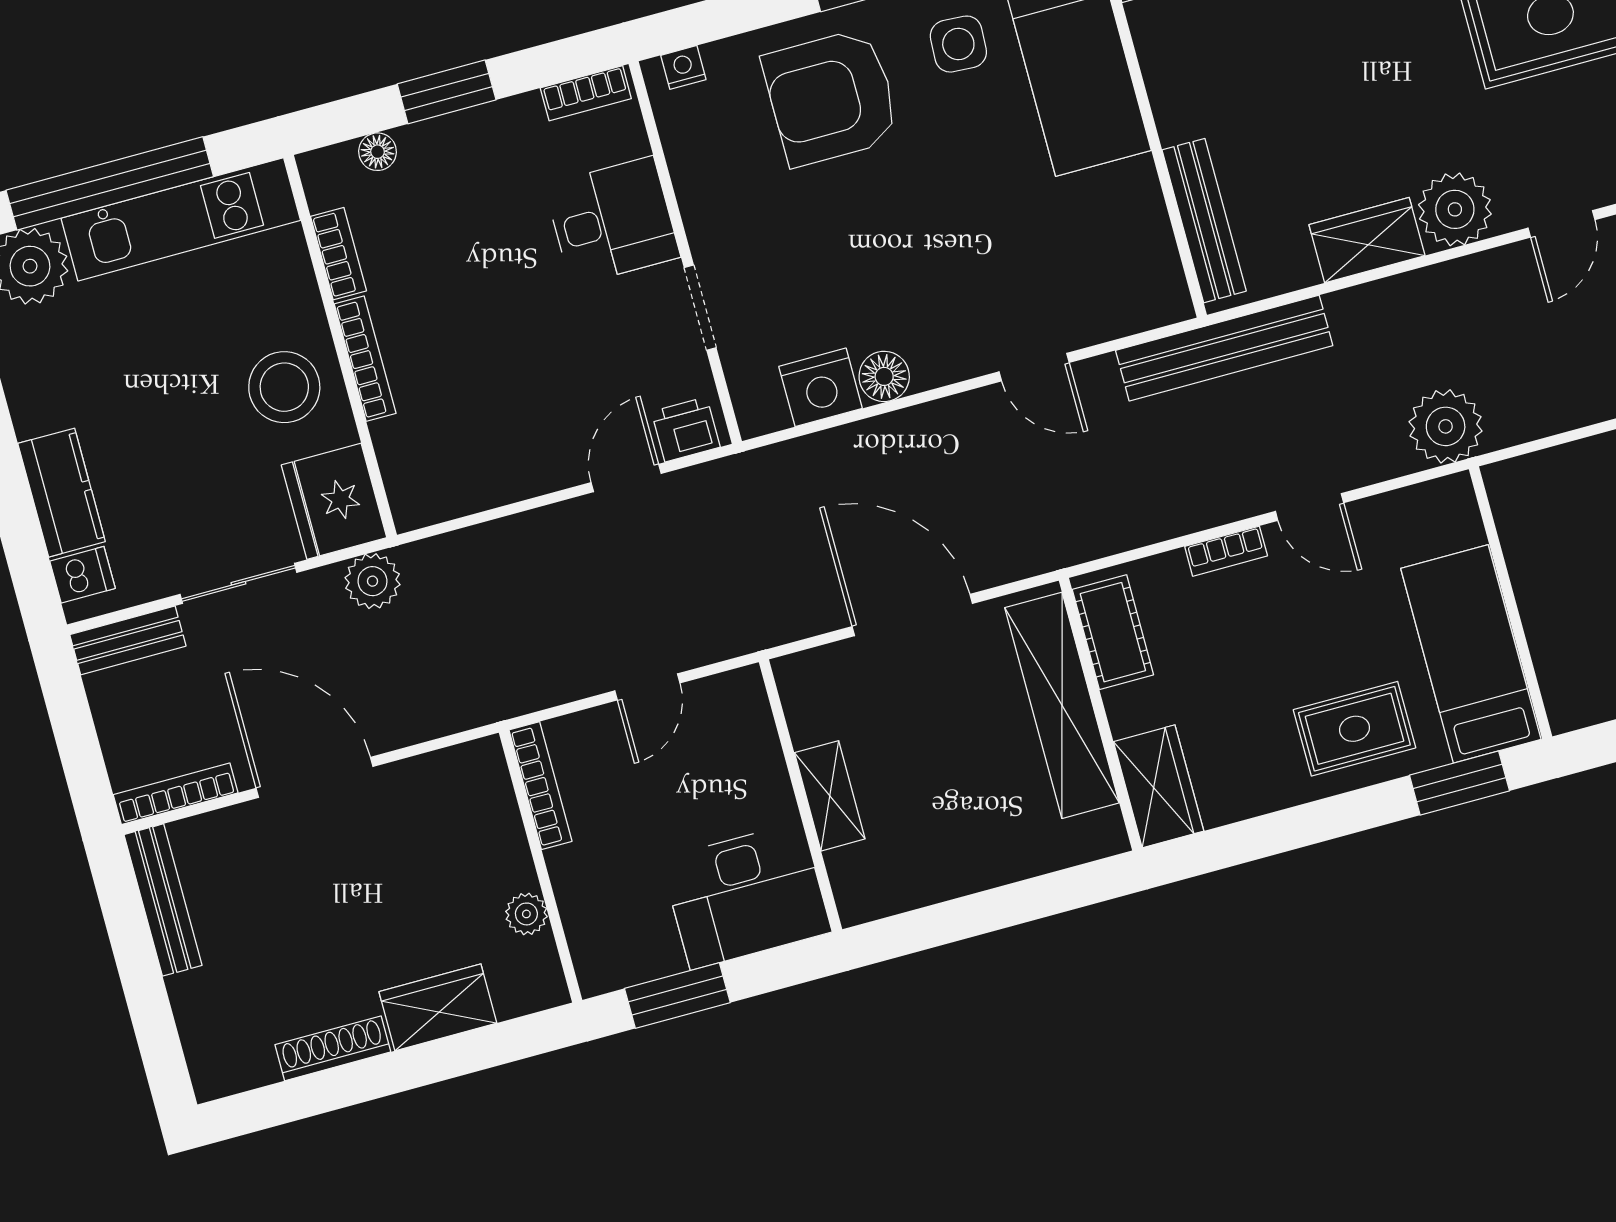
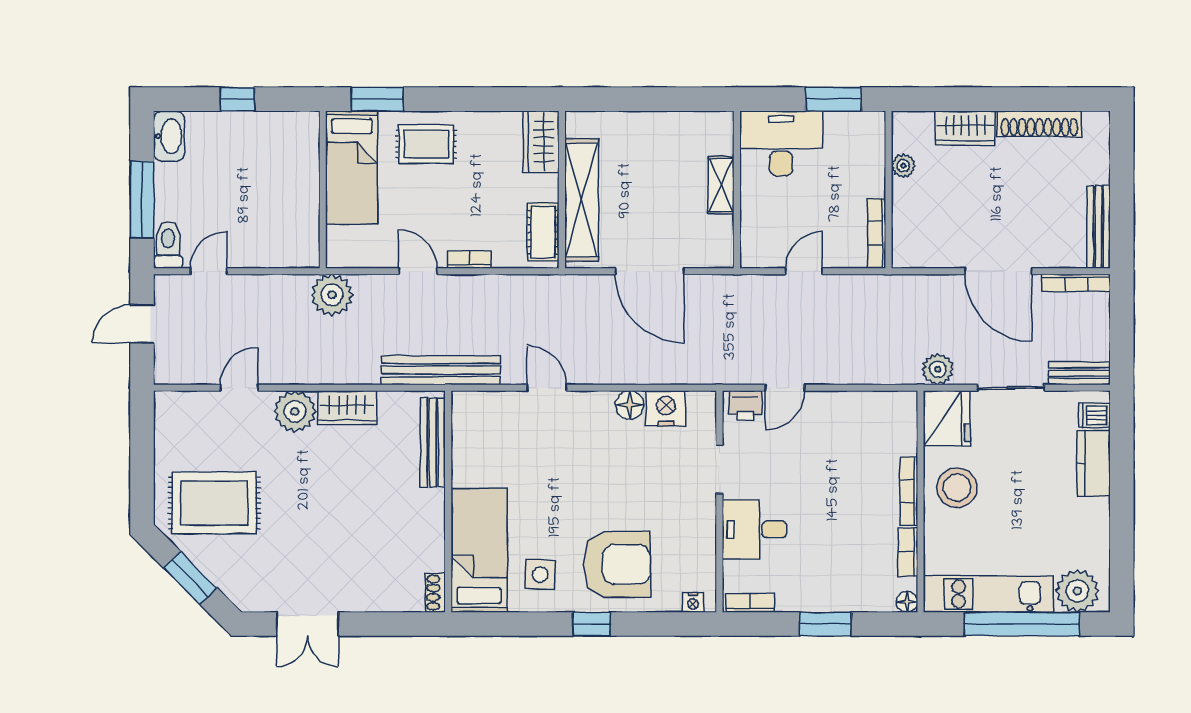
floor lamp: (378, 152) -> (907, 602), moved
shoe rack: (333, 1048) -> (1039, 124), width x1.36, depth x1.24

